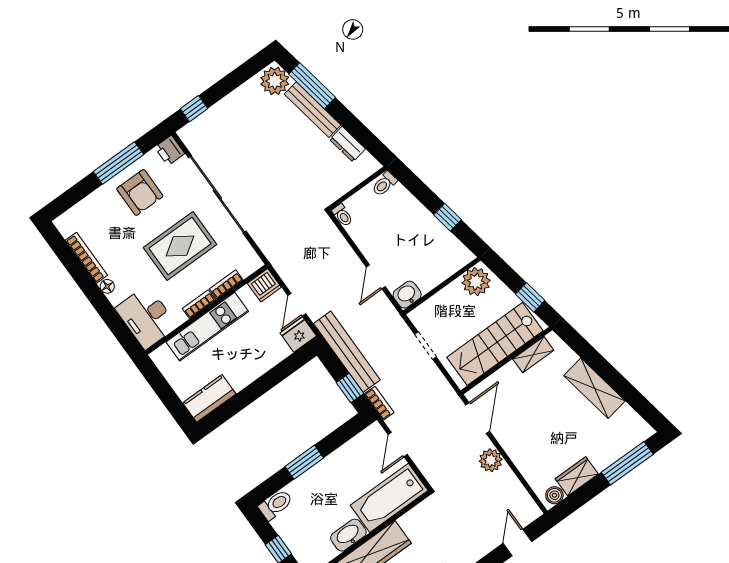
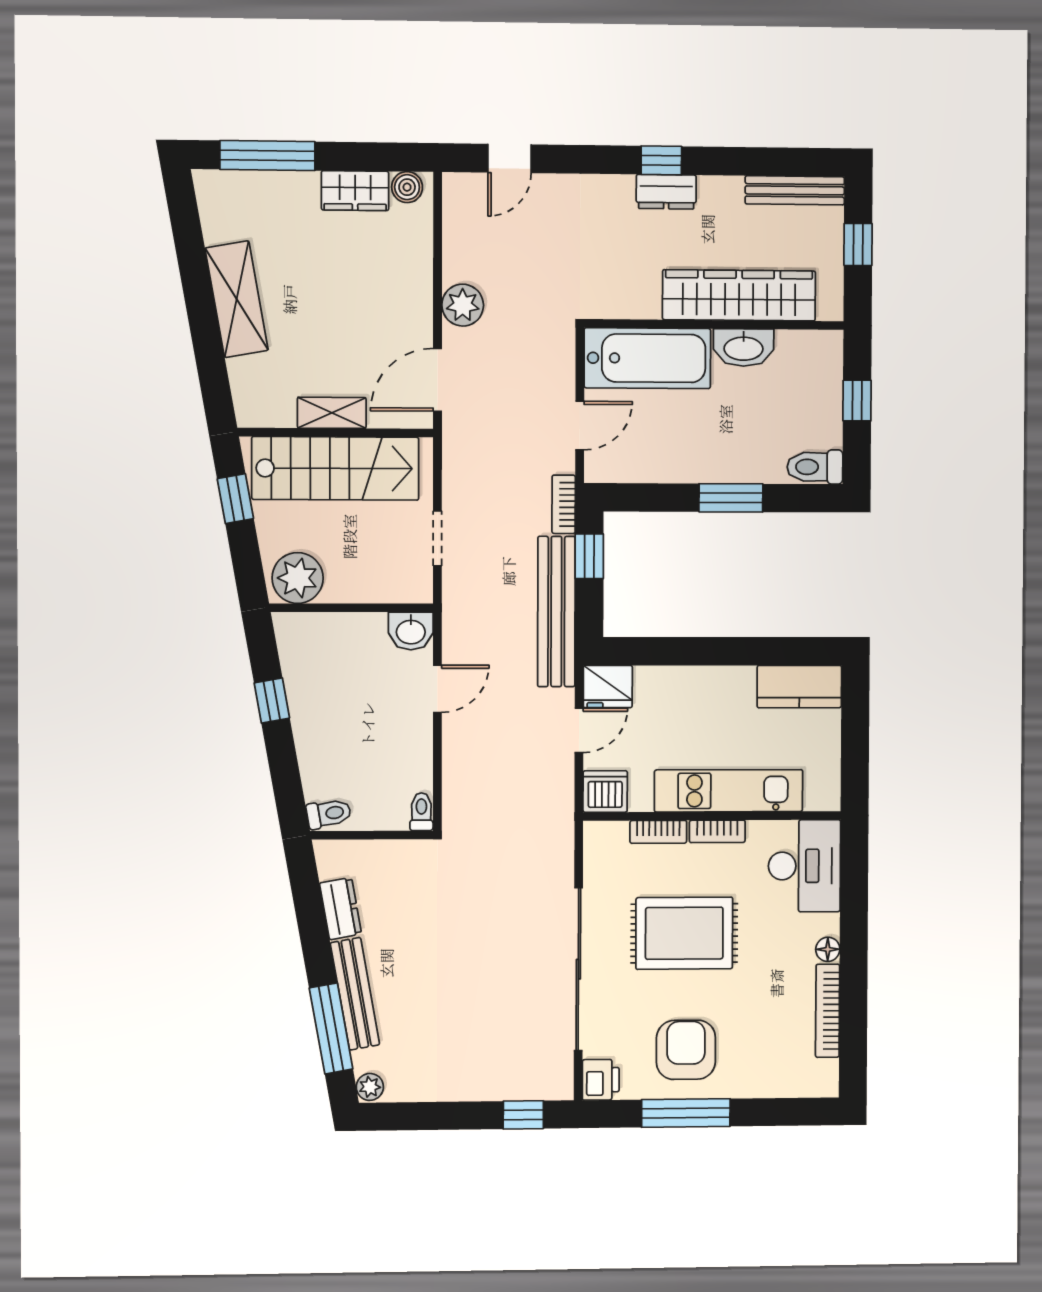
plant: (275, 81) -> (370, 1087), width x0.53, depth x0.53
shelving: (533, 355) -> (332, 413), moved

